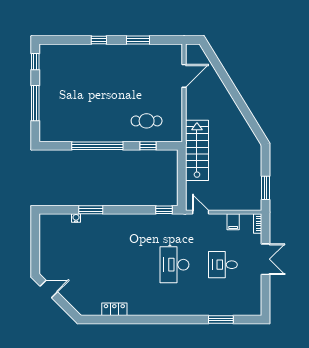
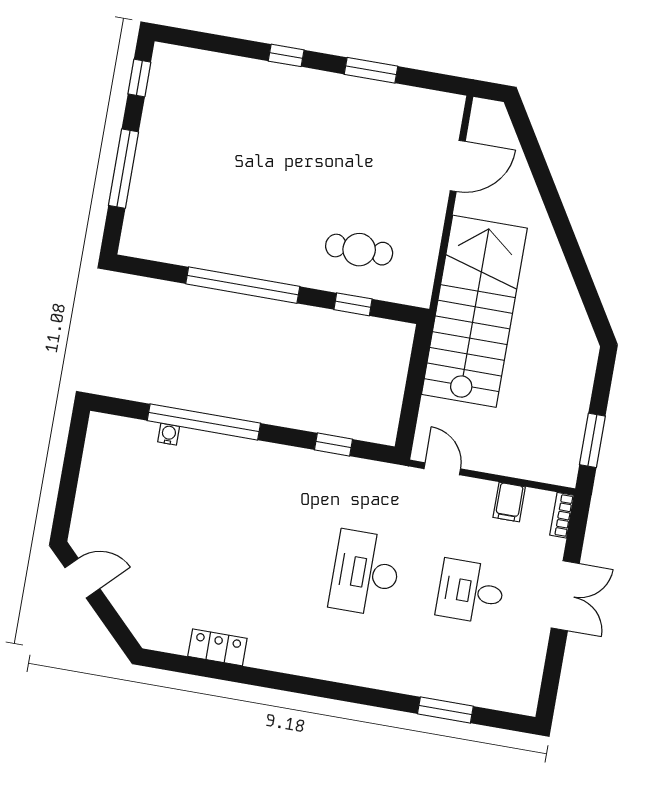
stairs: (197, 150) -> (474, 311), width x1.36, depth x1.51
window: (91, 210) -> (204, 422), width x2.11
window: (164, 210) -> (334, 445), moved

